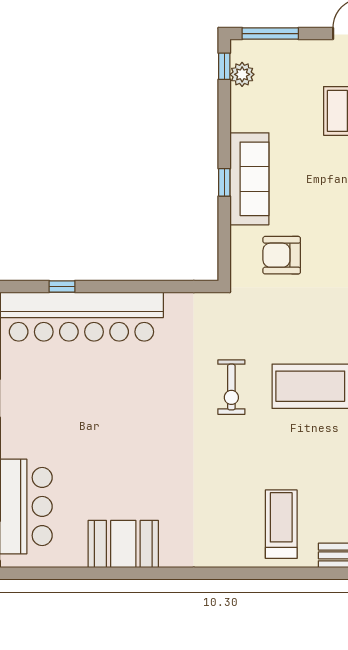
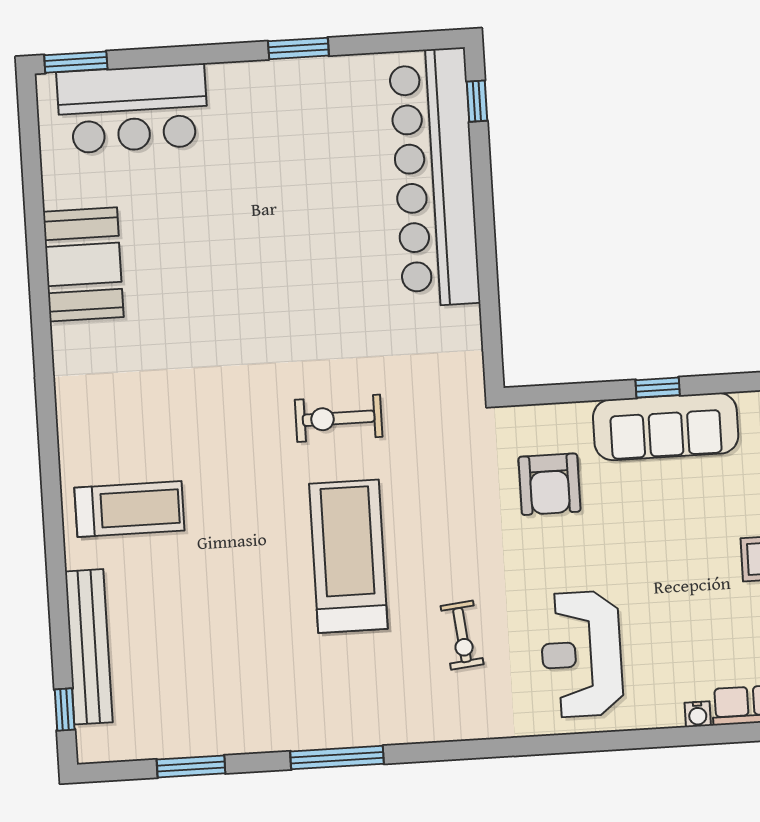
armchair: (282, 255) -> (549, 484), turned 180
window: (62, 286) -> (477, 101), moved

